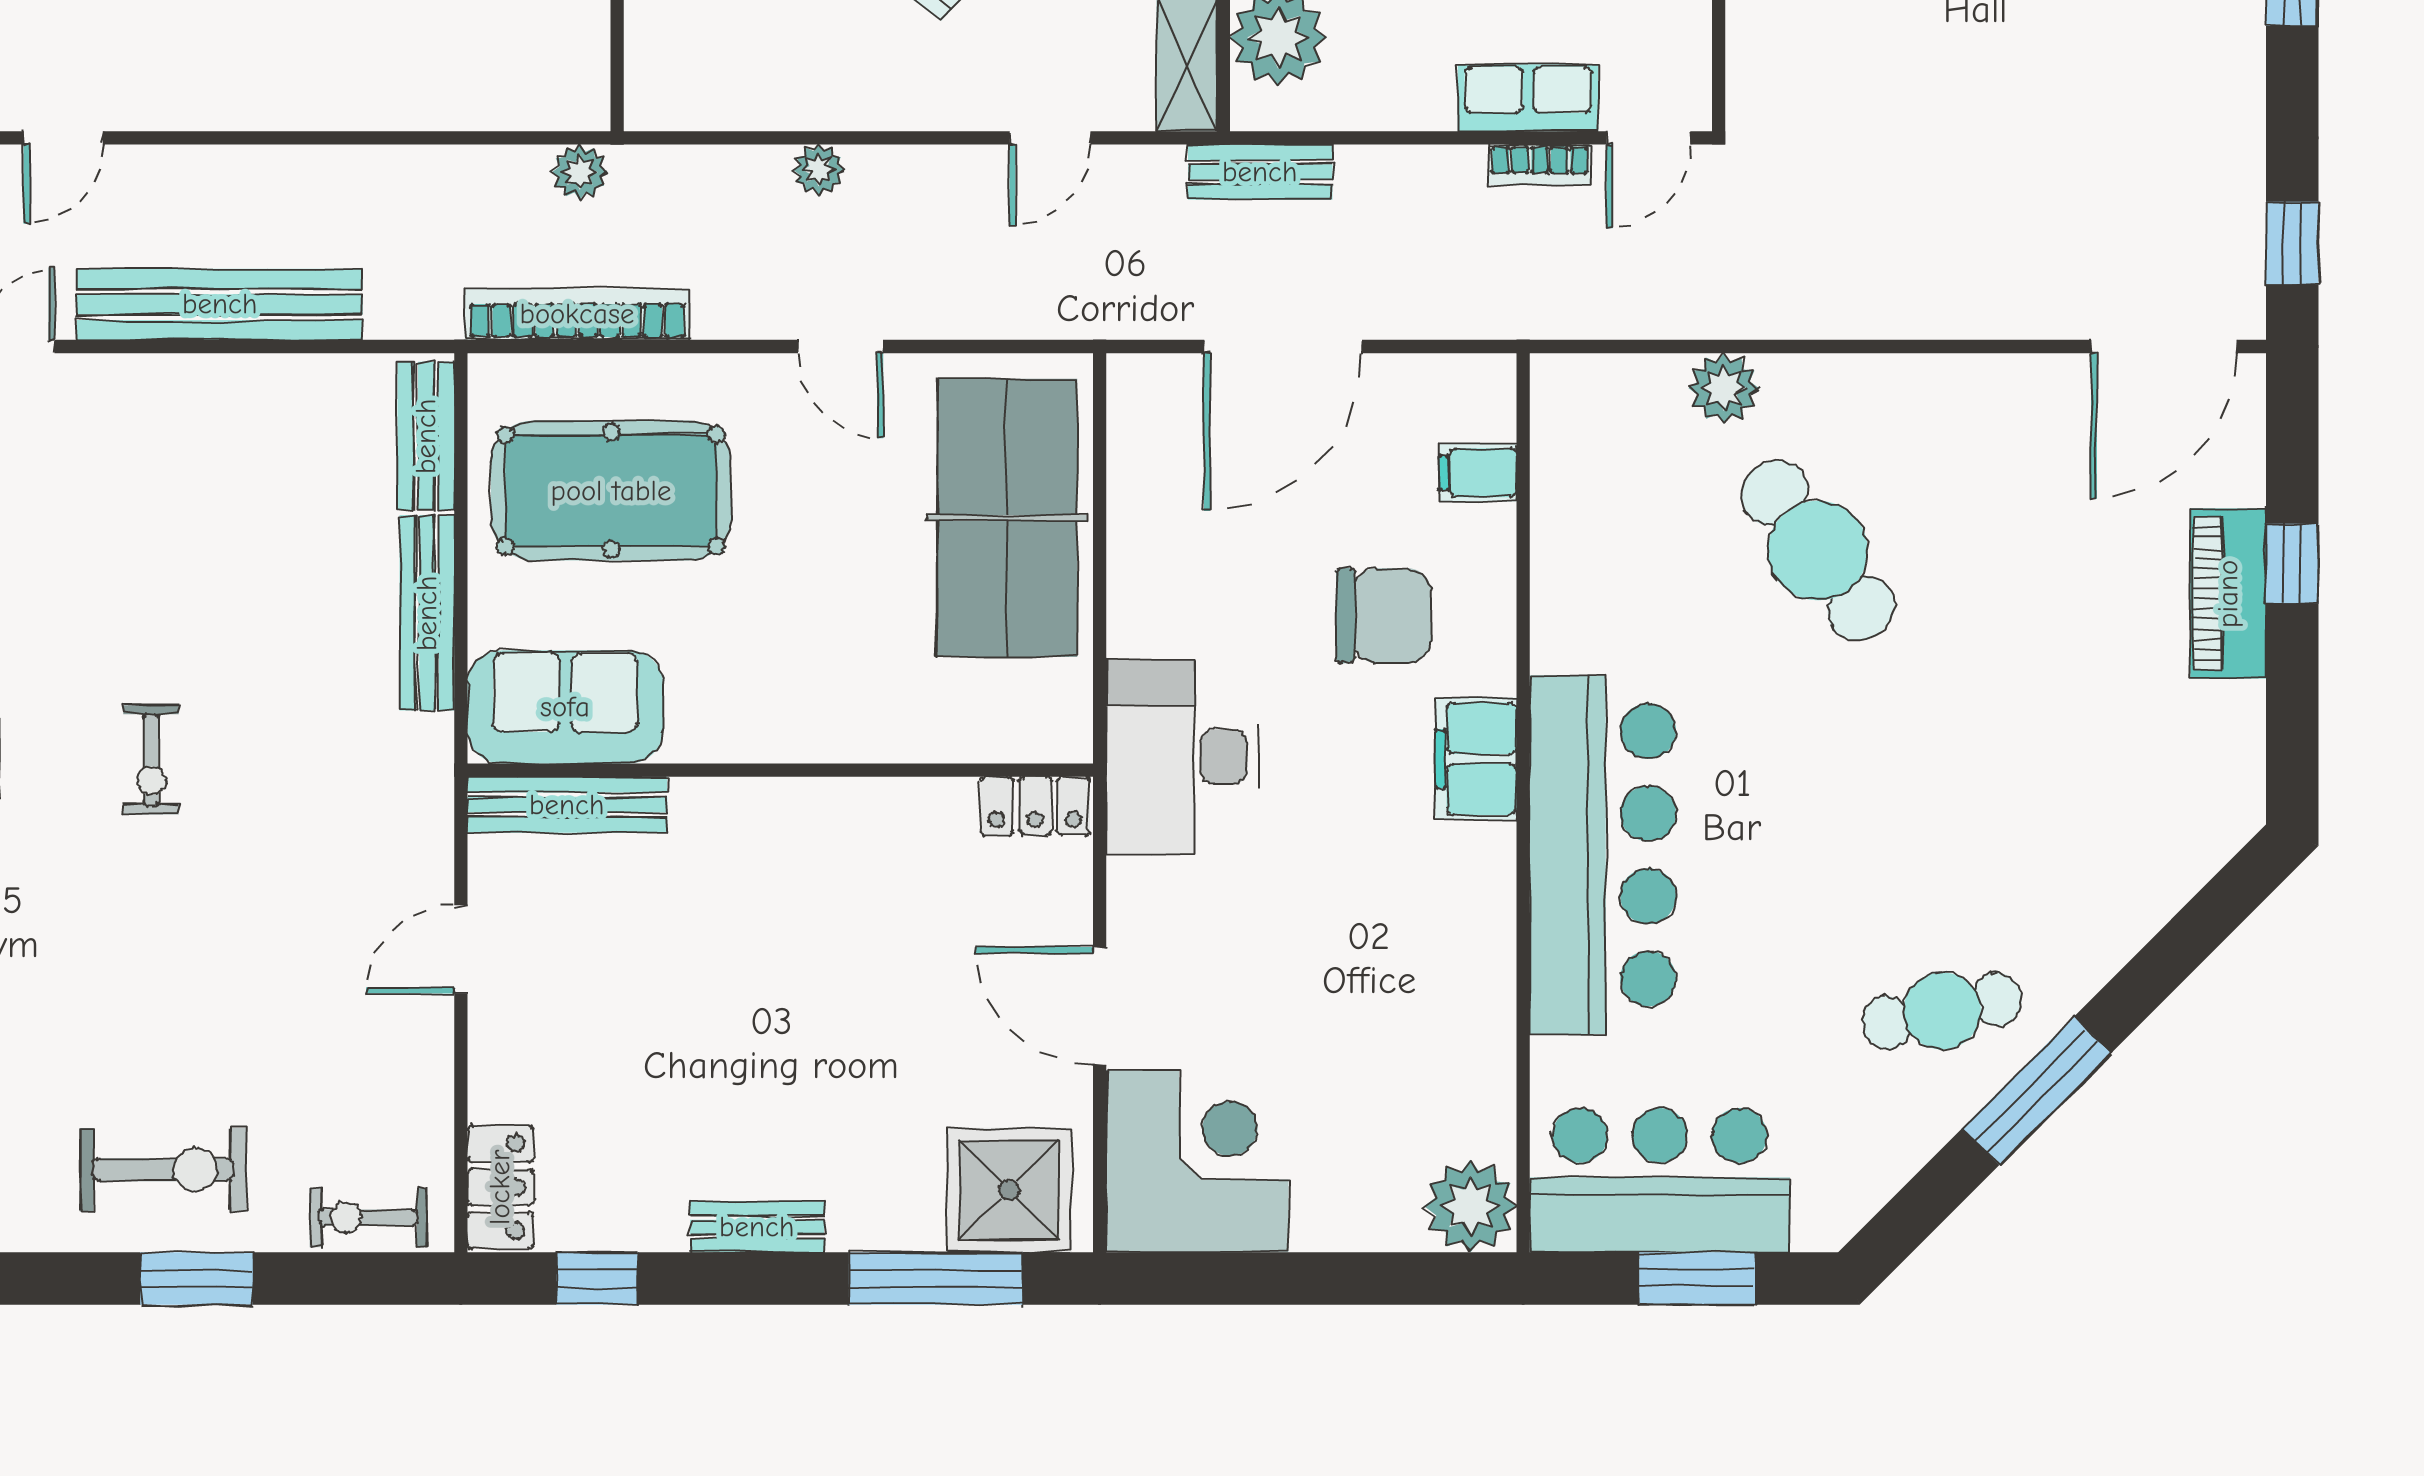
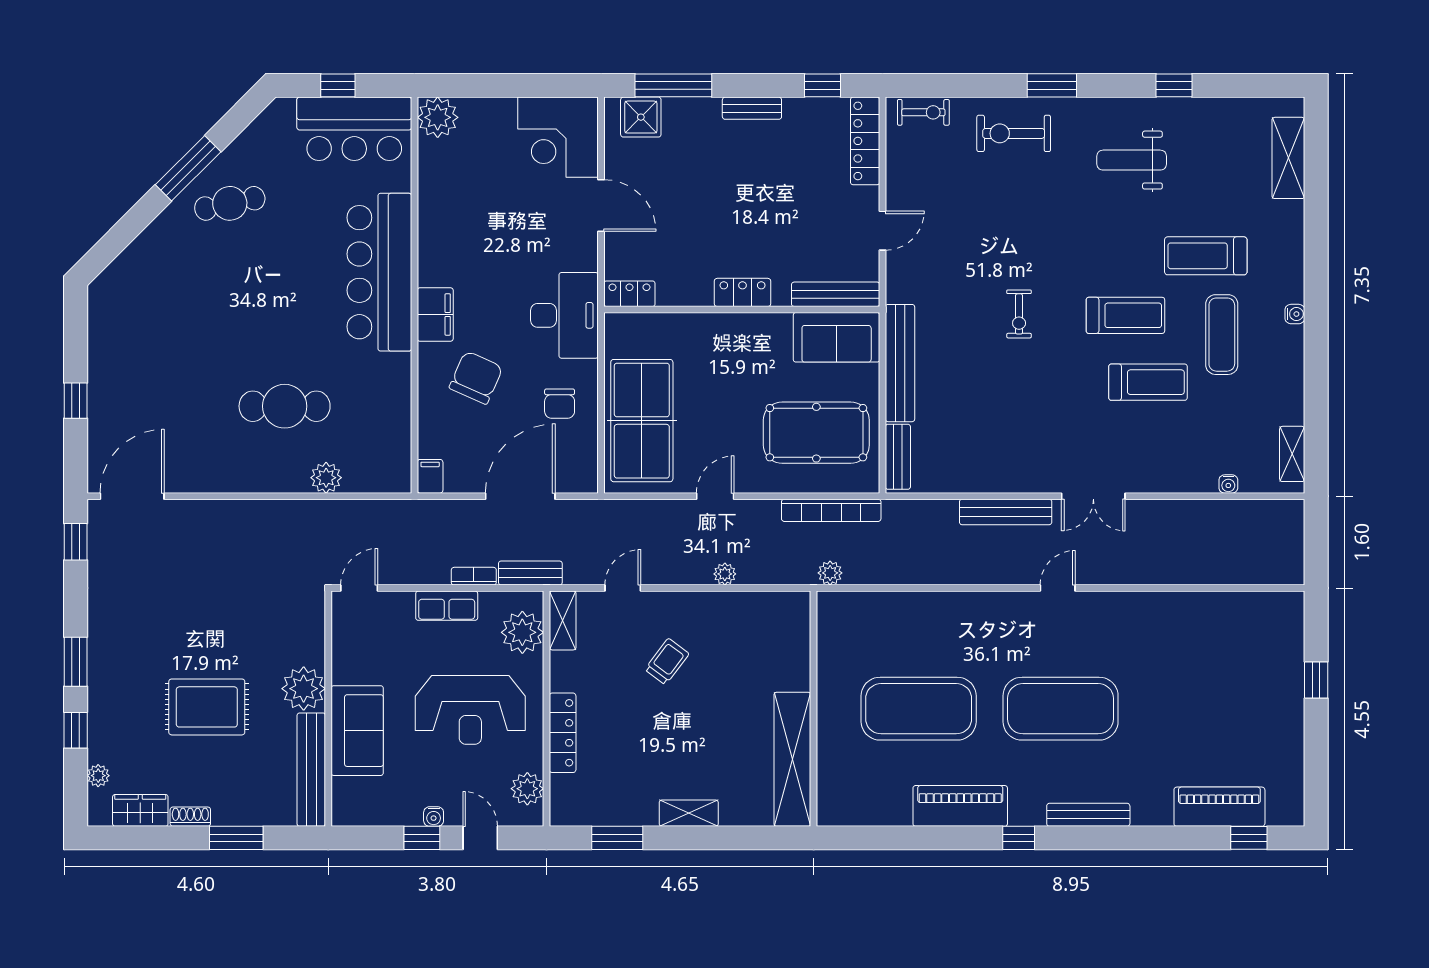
row of seats: (1528, 98) -> (447, 606), moved
bookcase: (1540, 165) -> (474, 576), moved
bench: (220, 304) -> (1006, 512), width x0.73, depth x0.82
door: (840, 346) -> (715, 496), hinge flipped
filing cabinet: (1478, 473) -> (430, 476), moved, turned -90
cafe table: (1818, 551) -> (285, 406), turned -53
chair: (1194, 556) -> (560, 404), added
piano: (2228, 594) -> (104, 387), removed
bench: (427, 613) -> (900, 363), width x1.37, depth x1.21
chair: (1383, 616) -> (476, 378), turned 114
exercise bike: (151, 760) -> (1019, 314), turned 180
locker: (779, 809) -> (743, 292), added
locker: (500, 1187) -> (865, 141), width x1.53
shower: (1009, 1190) -> (641, 117), width x0.73, depth x0.73
window: (197, 1279) -> (1052, 85), moved
window: (1697, 1279) -> (338, 85), width x0.67

